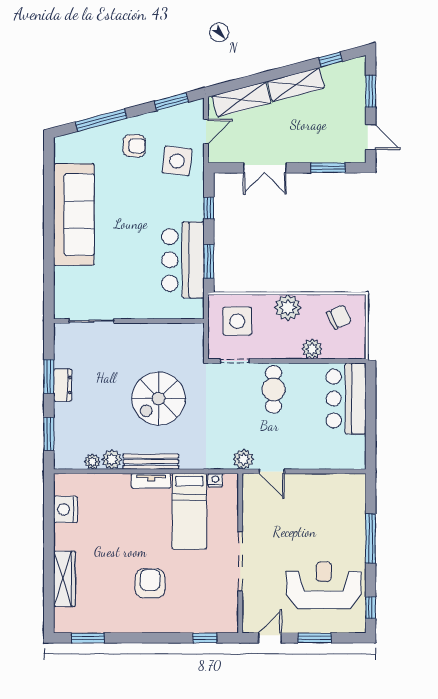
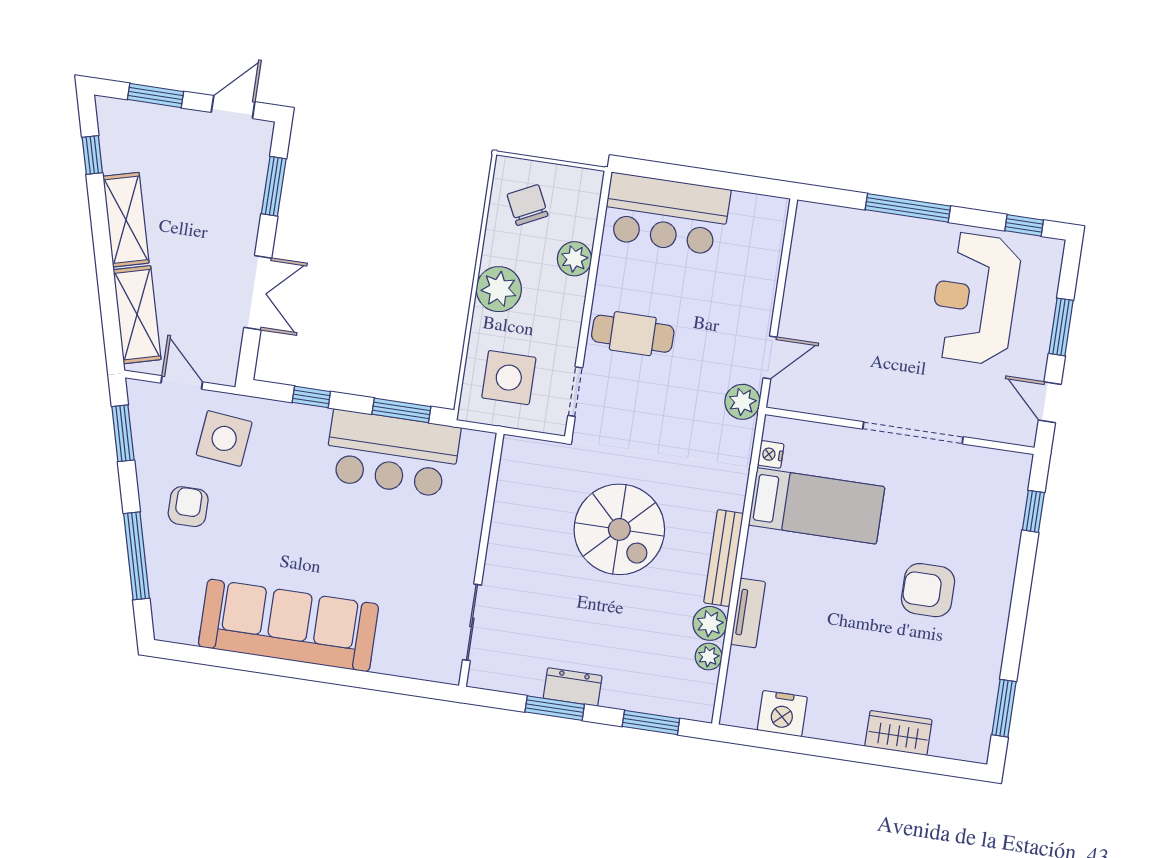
tv unit: (151, 481) -> (748, 613), moved
wardrobe: (64, 579) -> (898, 733), width x0.67

